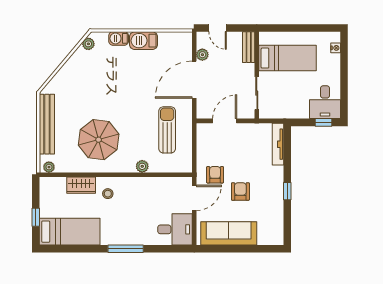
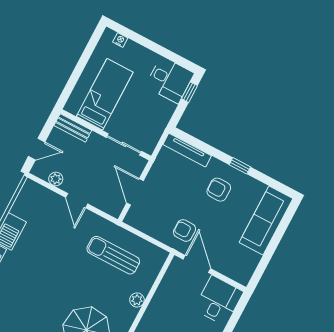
door: (194, 80) -> (77, 201), width x0.53
armchair: (240, 191) -> (219, 190), moved
sofa: (229, 233) -> (266, 220), moved

